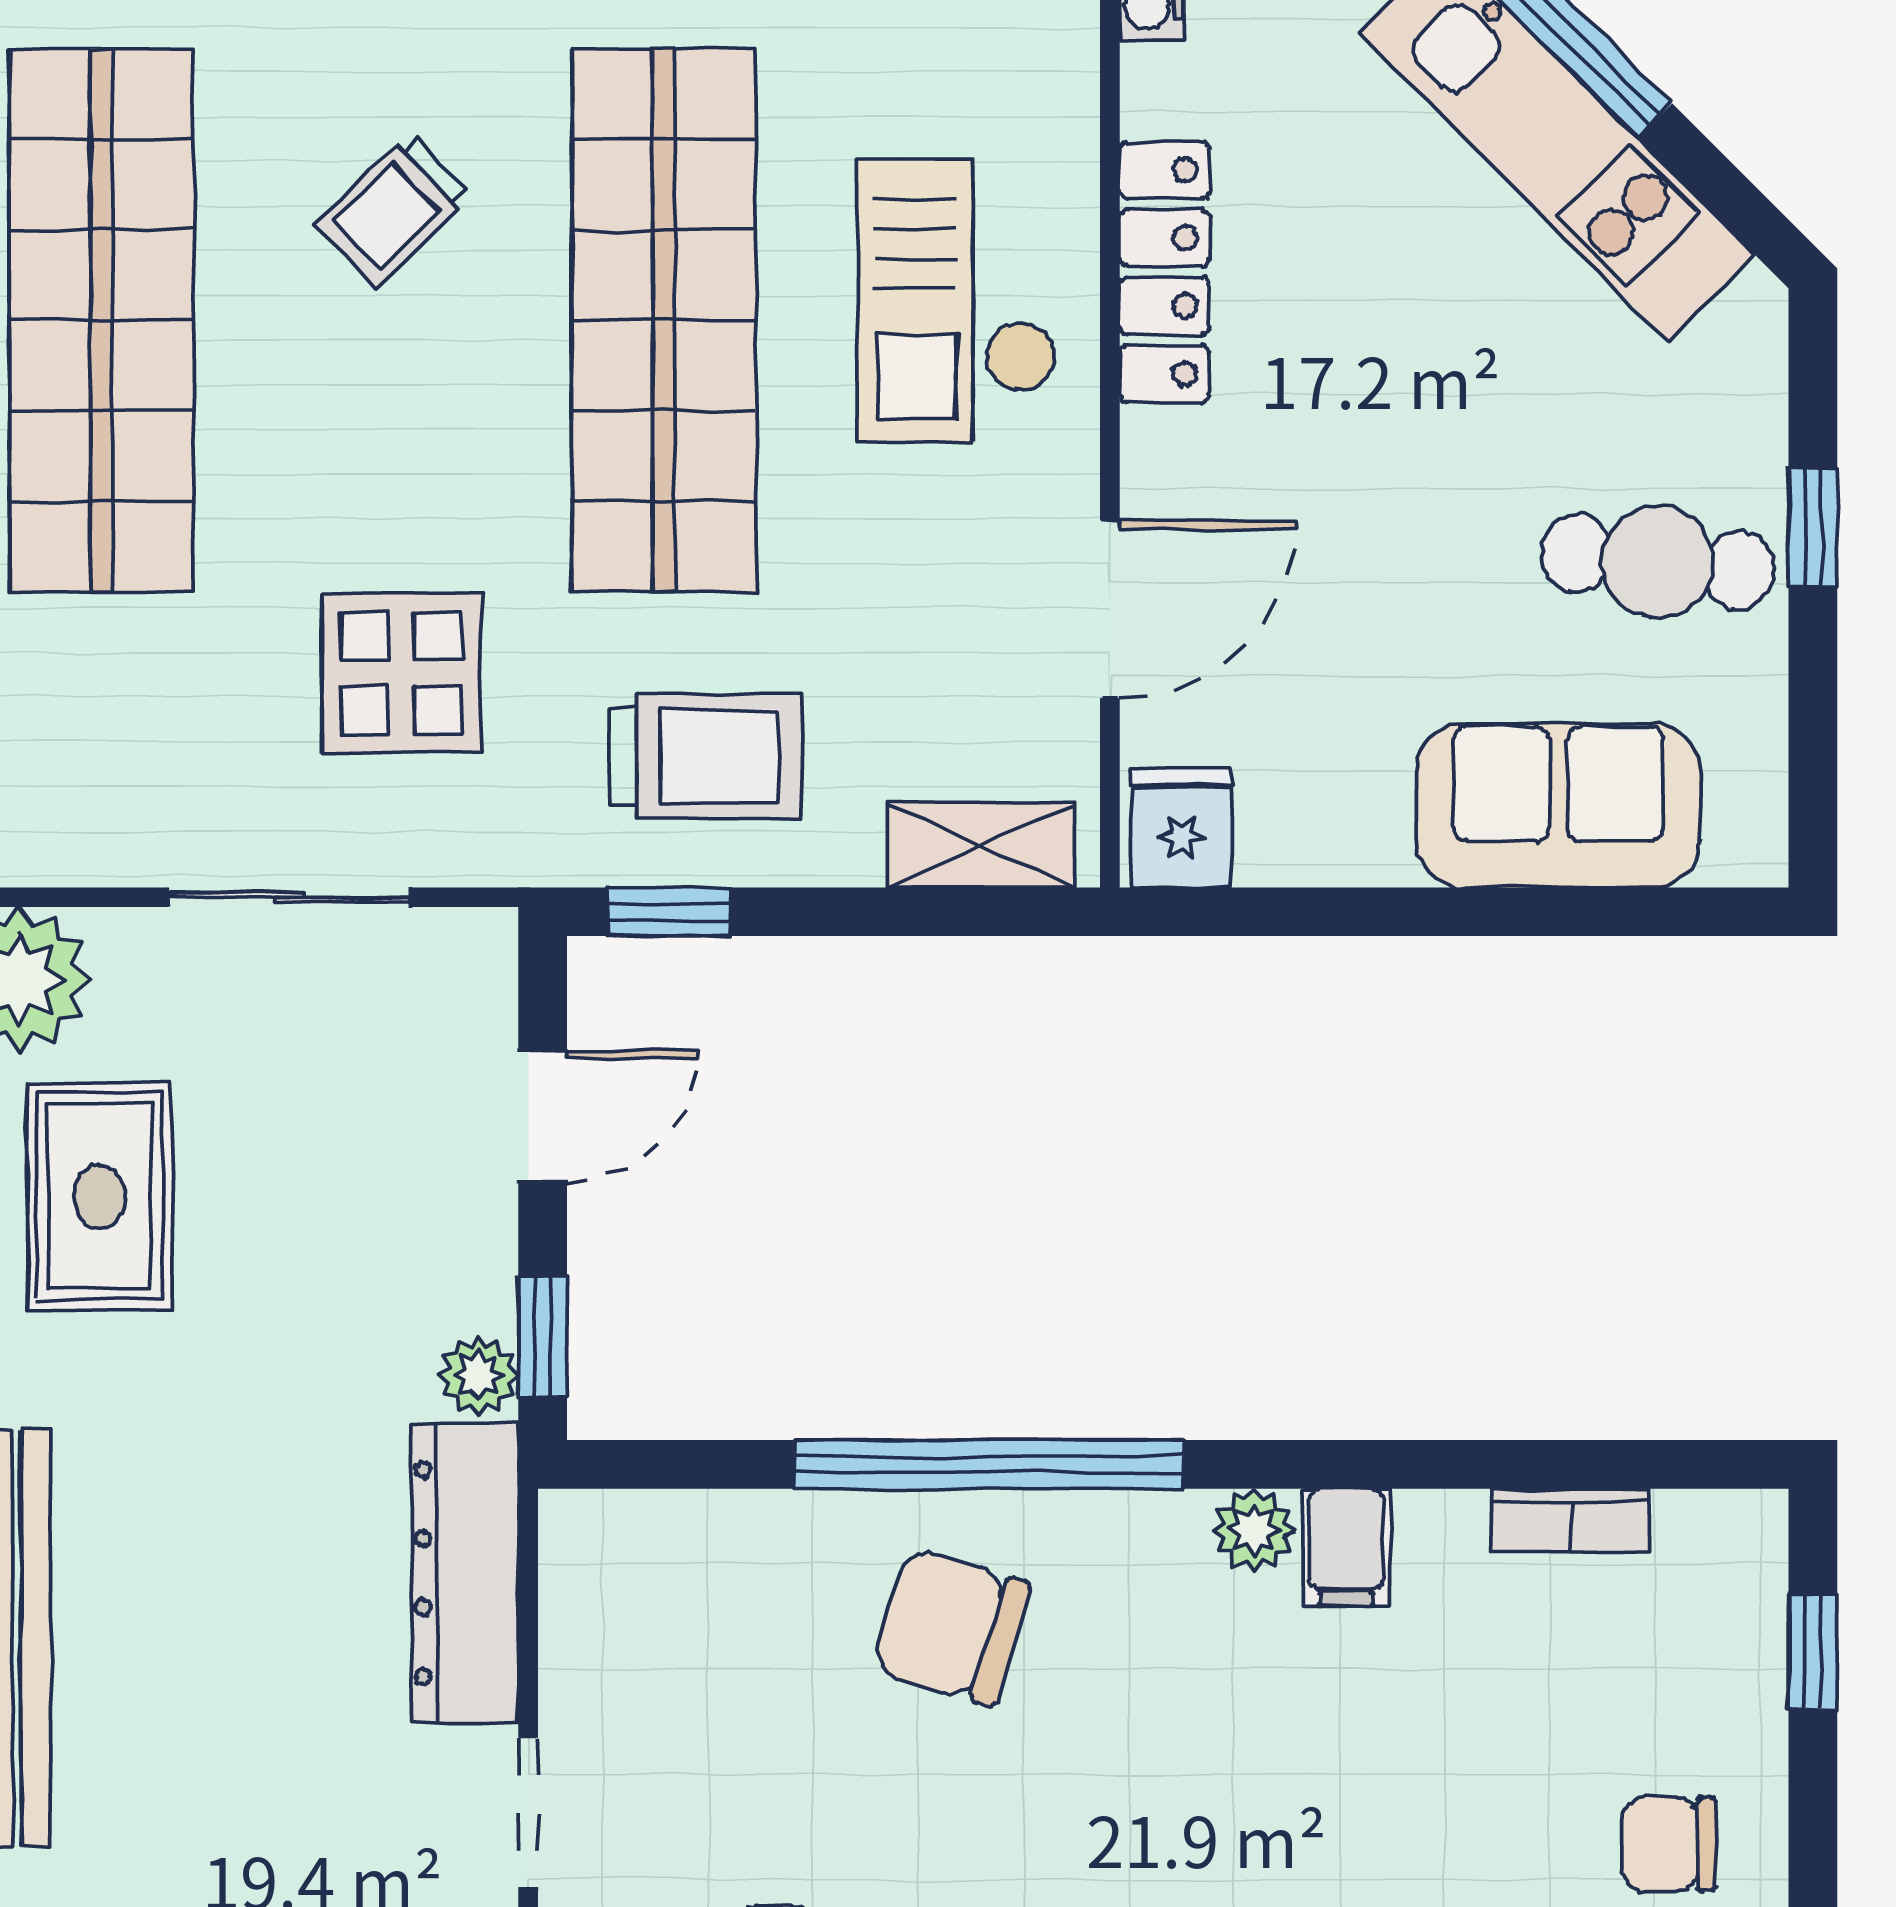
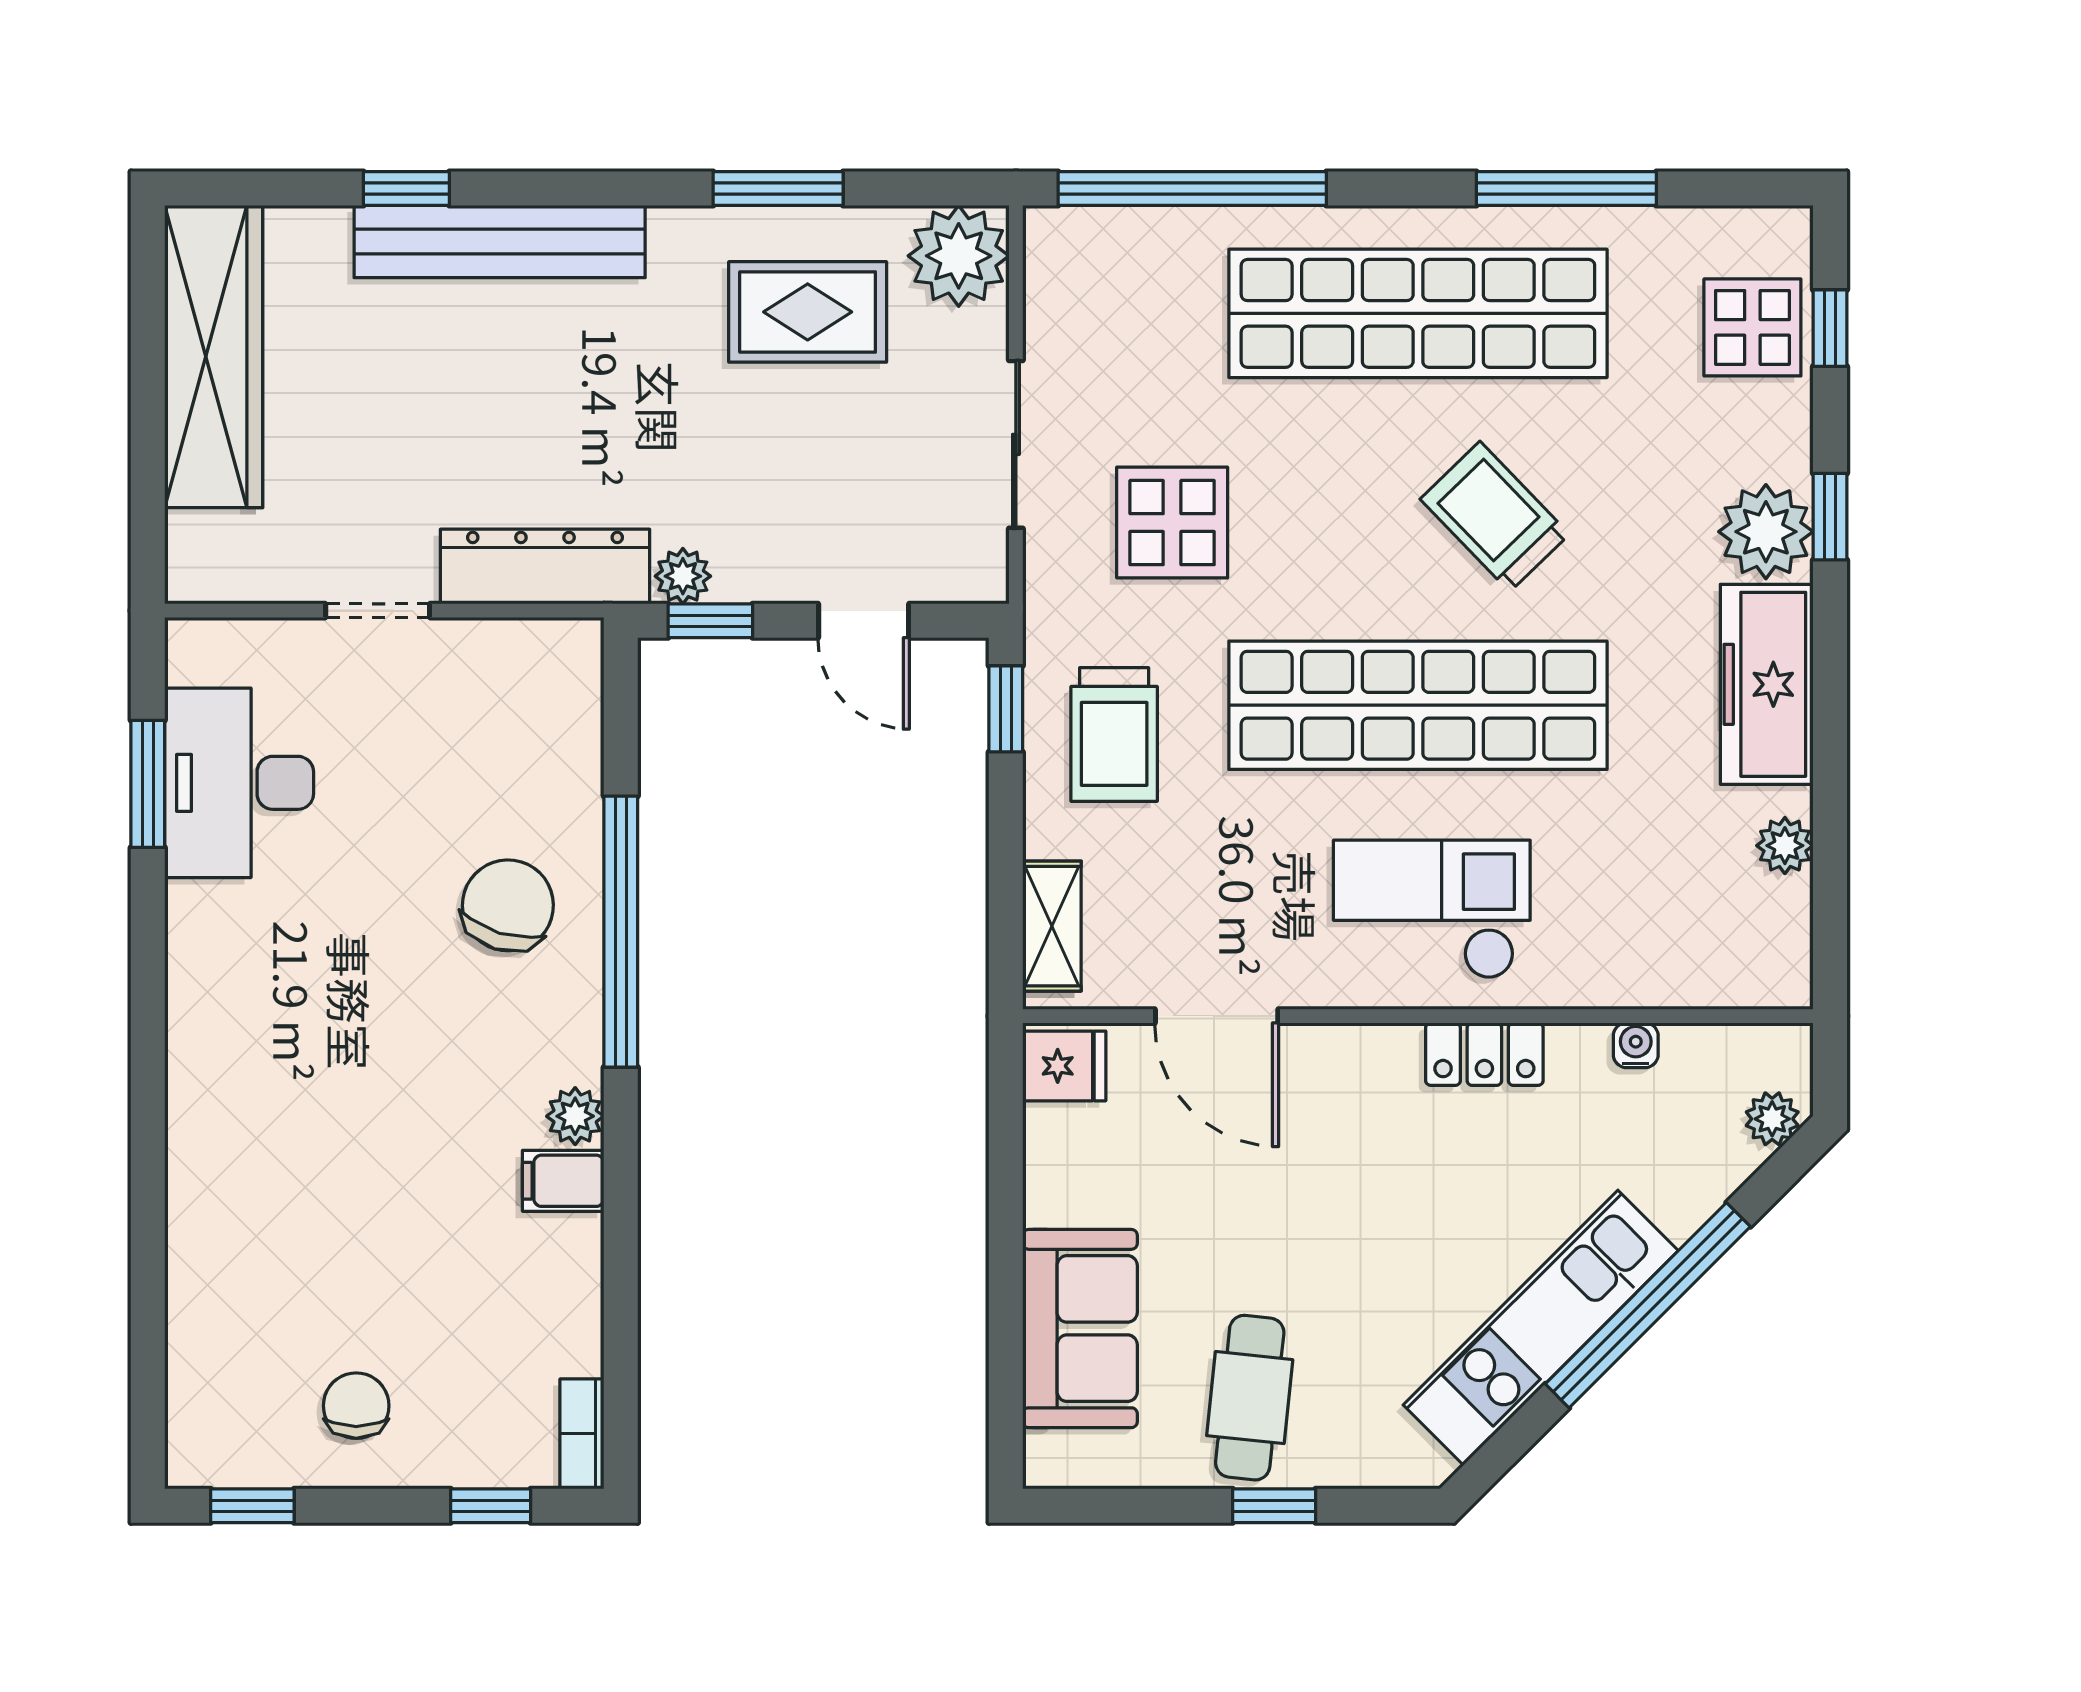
trolley: (393, 210) -> (1495, 517), width x1.36, depth x1.39
locker: (1164, 272) -> (1484, 1054), width x0.66
bookcase: (1570, 1520) -> (582, 1434), moved

